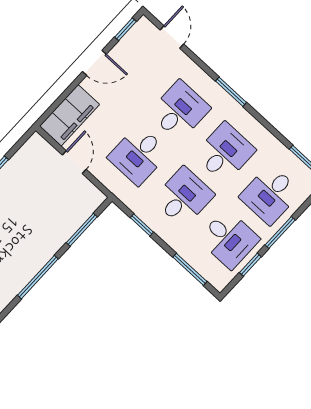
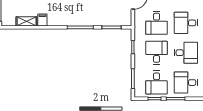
desk: (180, 111) -> (186, 23), turned 180
desk: (138, 155) -> (157, 23), turned -90
desk: (184, 197) -> (157, 53), turned -90

